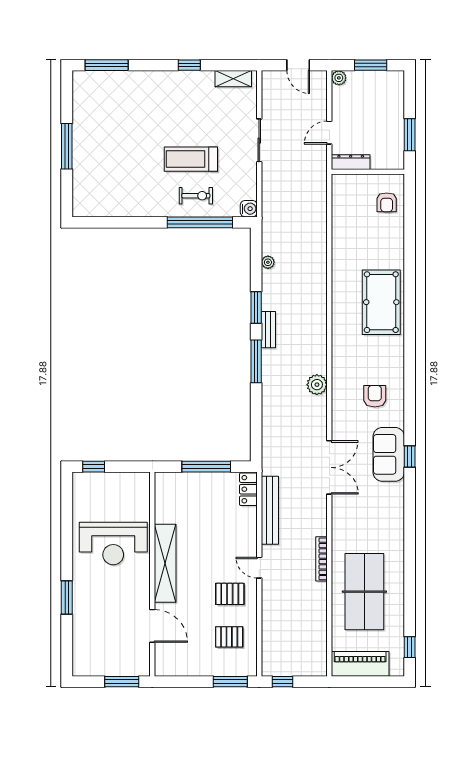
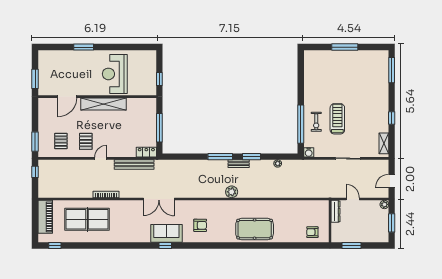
plant: (317, 385) -> (232, 192), moved
window: (94, 467) -> (159, 79), moved

